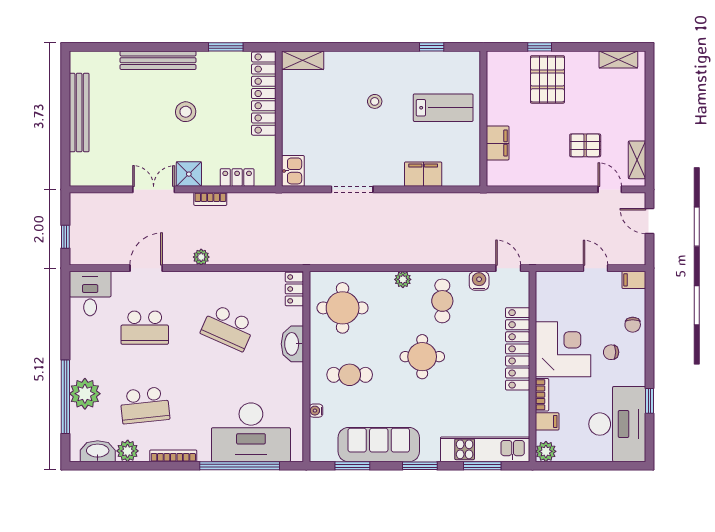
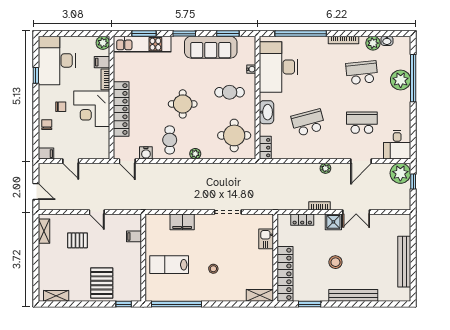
window: (432, 47) -> (177, 304), width x3.17
window: (540, 47) -> (124, 304), moved
filing cabinet: (498, 143) -> (134, 236), width x0.50
kitchen sink: (293, 171) -> (266, 239), moved
door: (610, 189) -> (97, 212), moved
plant: (85, 249) -> (400, 173), added
school desk: (228, 328) -> (308, 123), turned -39
desk: (251, 432) -> (278, 67), moved, turned -90
washbasin: (98, 451) -> (387, 41), width x0.52, depth x0.69

